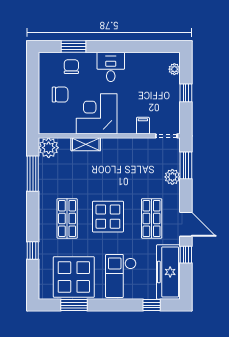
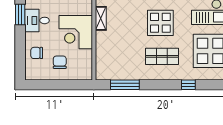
window: (74, 47) -> (20, 14), moved
shelving: (86, 144) -> (101, 18), moved
plant: (49, 148) -> (104, 72), removed

